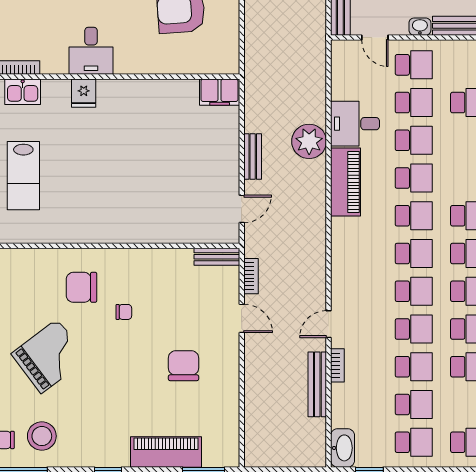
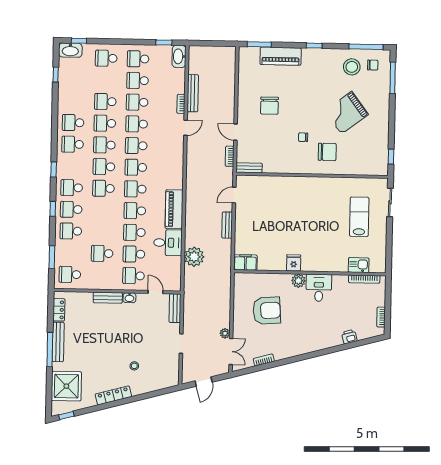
plant: (127, 62) -> (298, 281), added
fridge: (84, 93) -> (294, 263), moved
plant: (309, 141) -> (194, 257), moved

